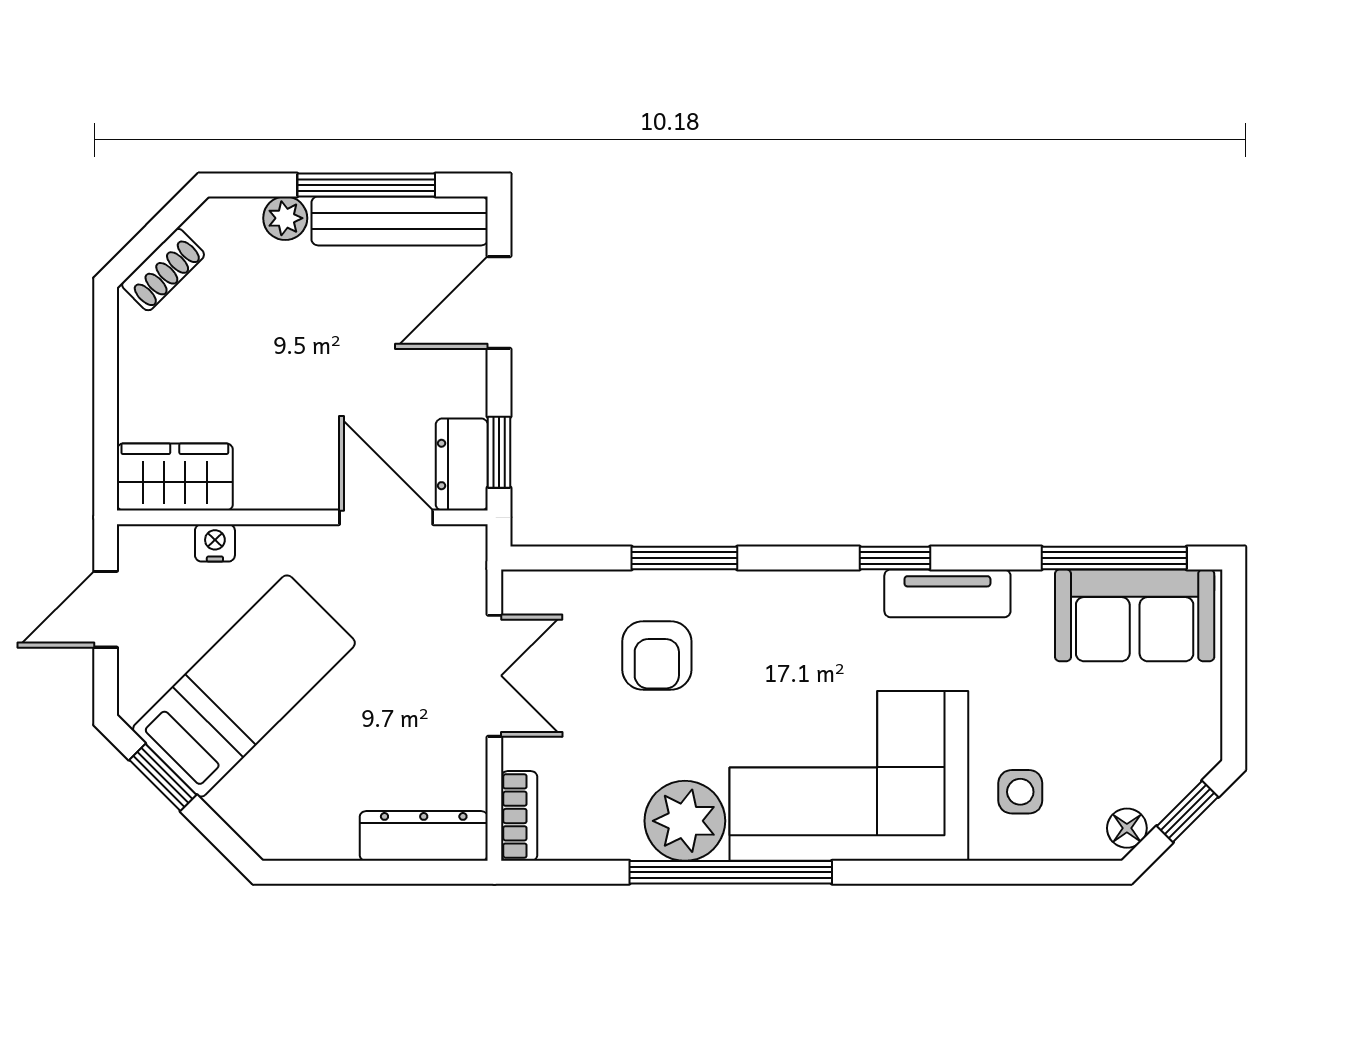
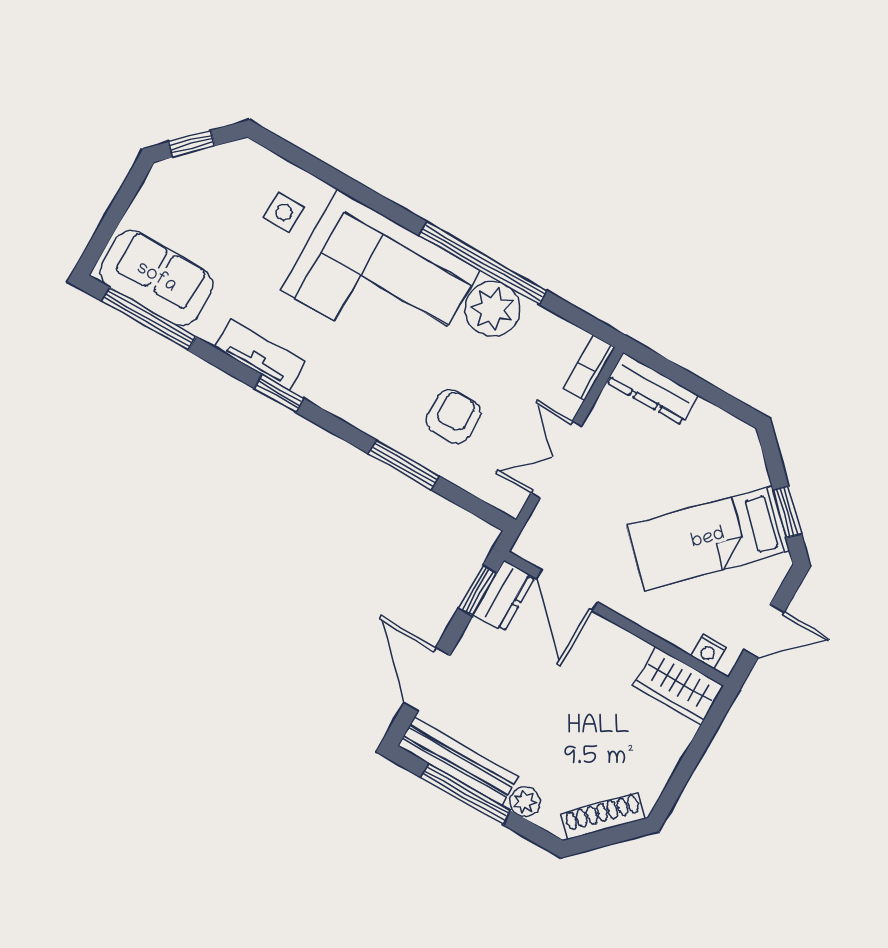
shoe rack: (163, 270) -> (603, 816), width x1.43
door: (499, 303) -> (427, 679), swing flipped
nightstand: (215, 543) -> (709, 651), moved
floor lamp: (1127, 828) -> (233, 155), removed

